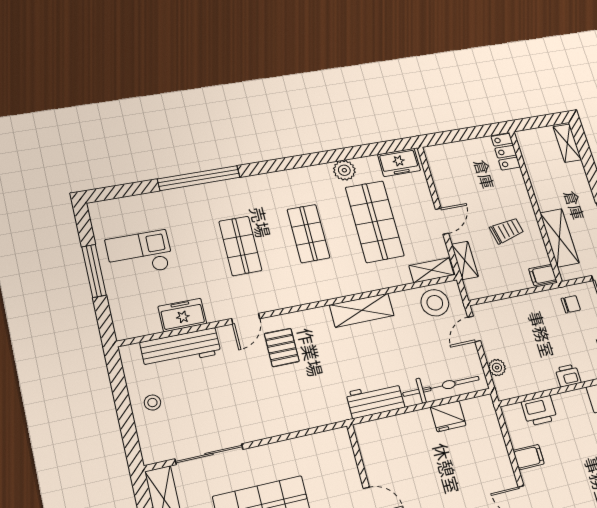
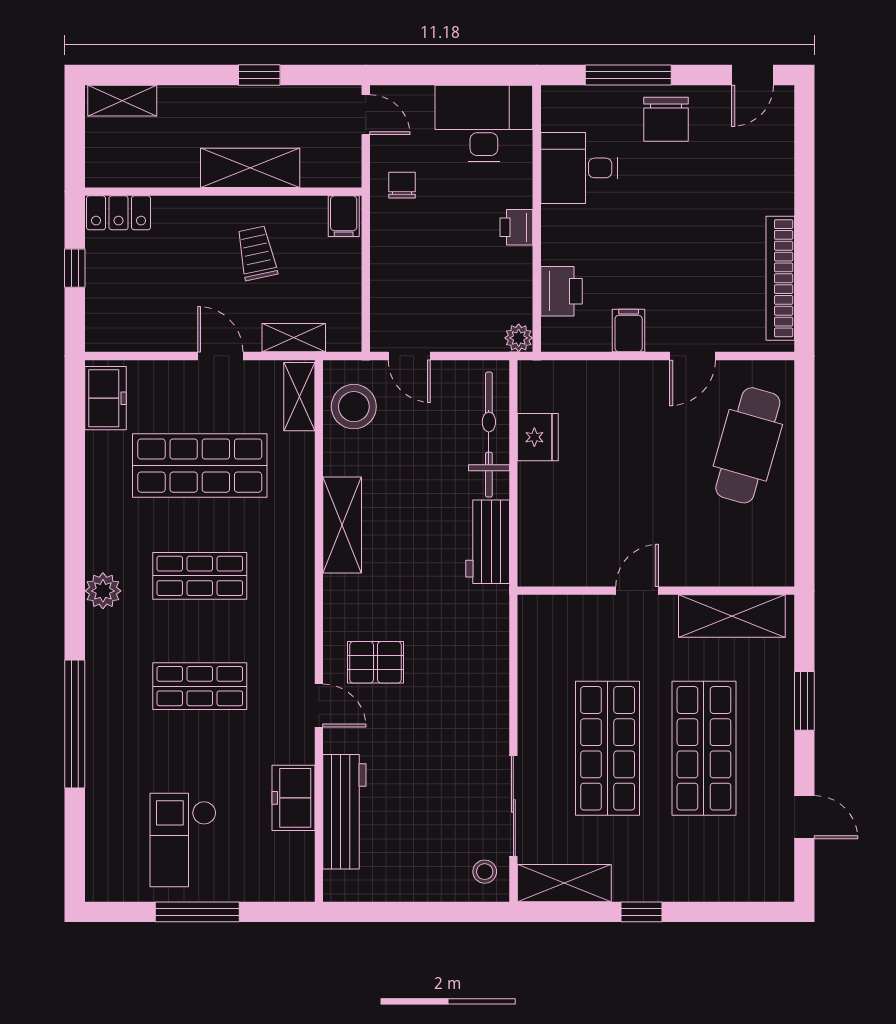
window: (468, 134) -> (75, 268), added
plant: (344, 170) -> (103, 591), moved
shelving: (560, 238) -> (250, 168), moved
plant: (497, 368) -> (519, 338), moved
stool: (152, 403) -> (485, 872), moved

